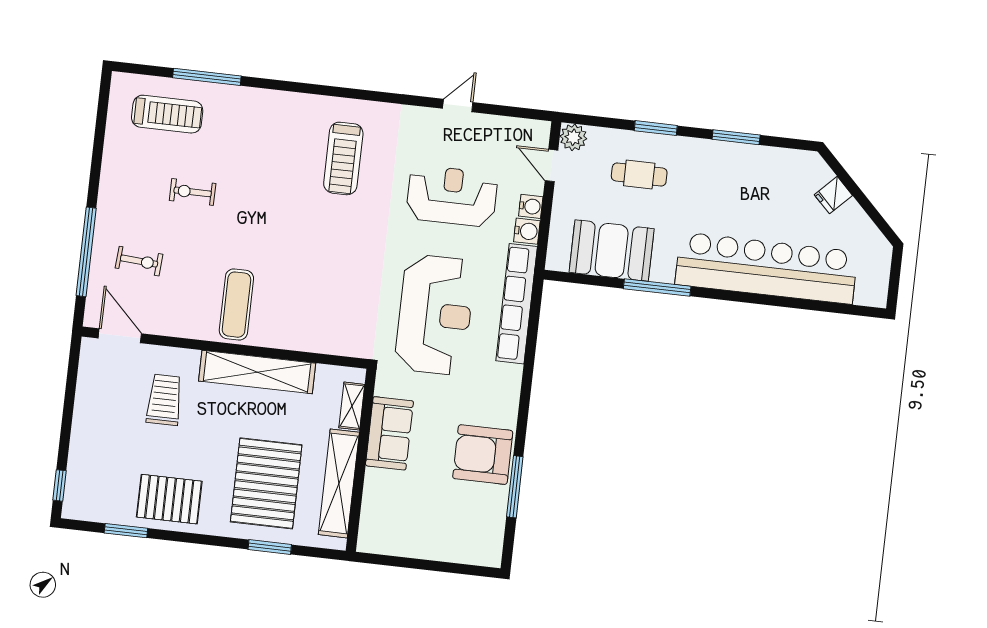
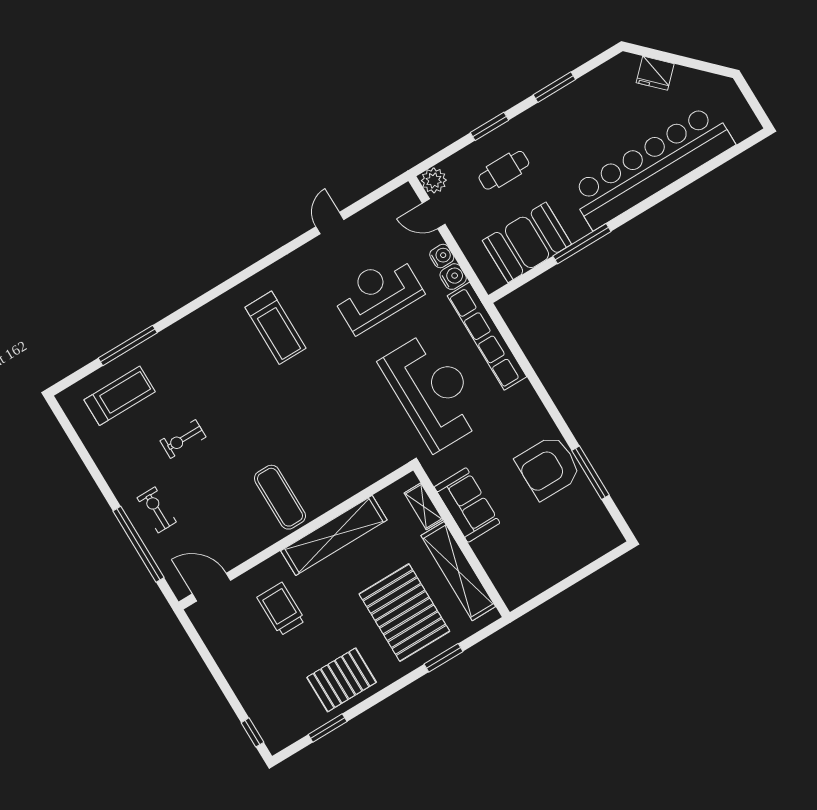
fridge: (833, 195) -> (655, 73), width x1.38
exercise bike: (139, 261) -> (157, 510), moved, turned -94

